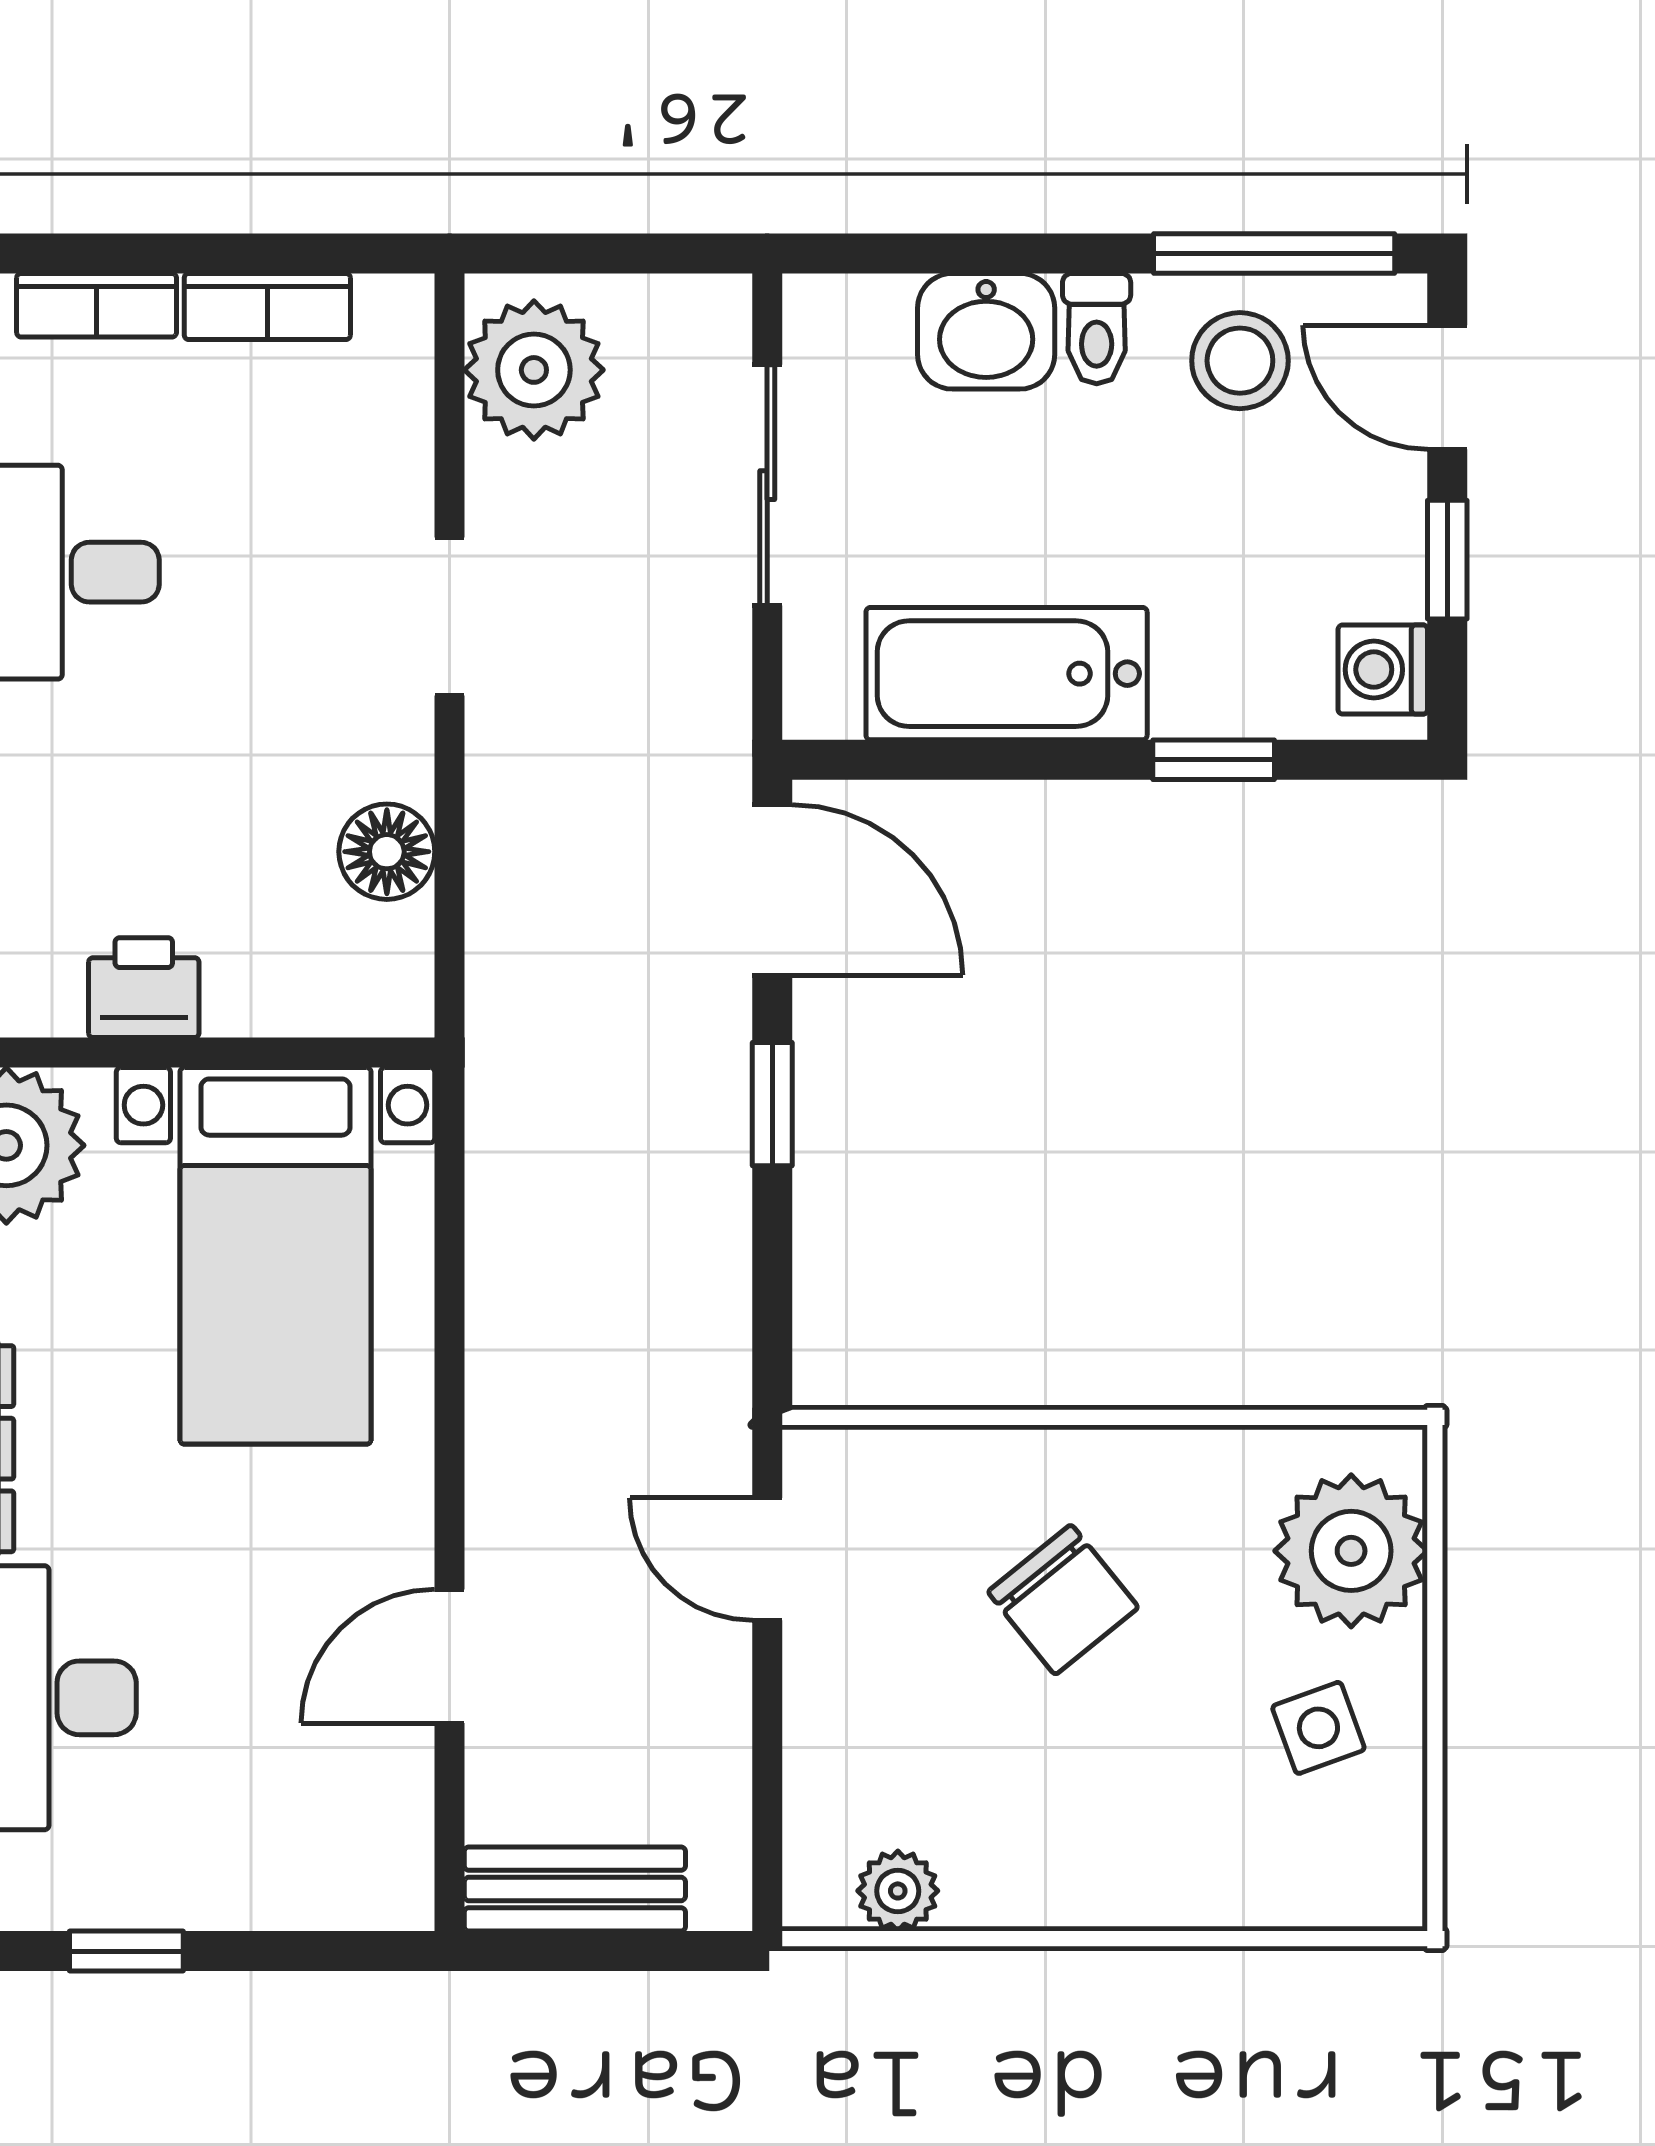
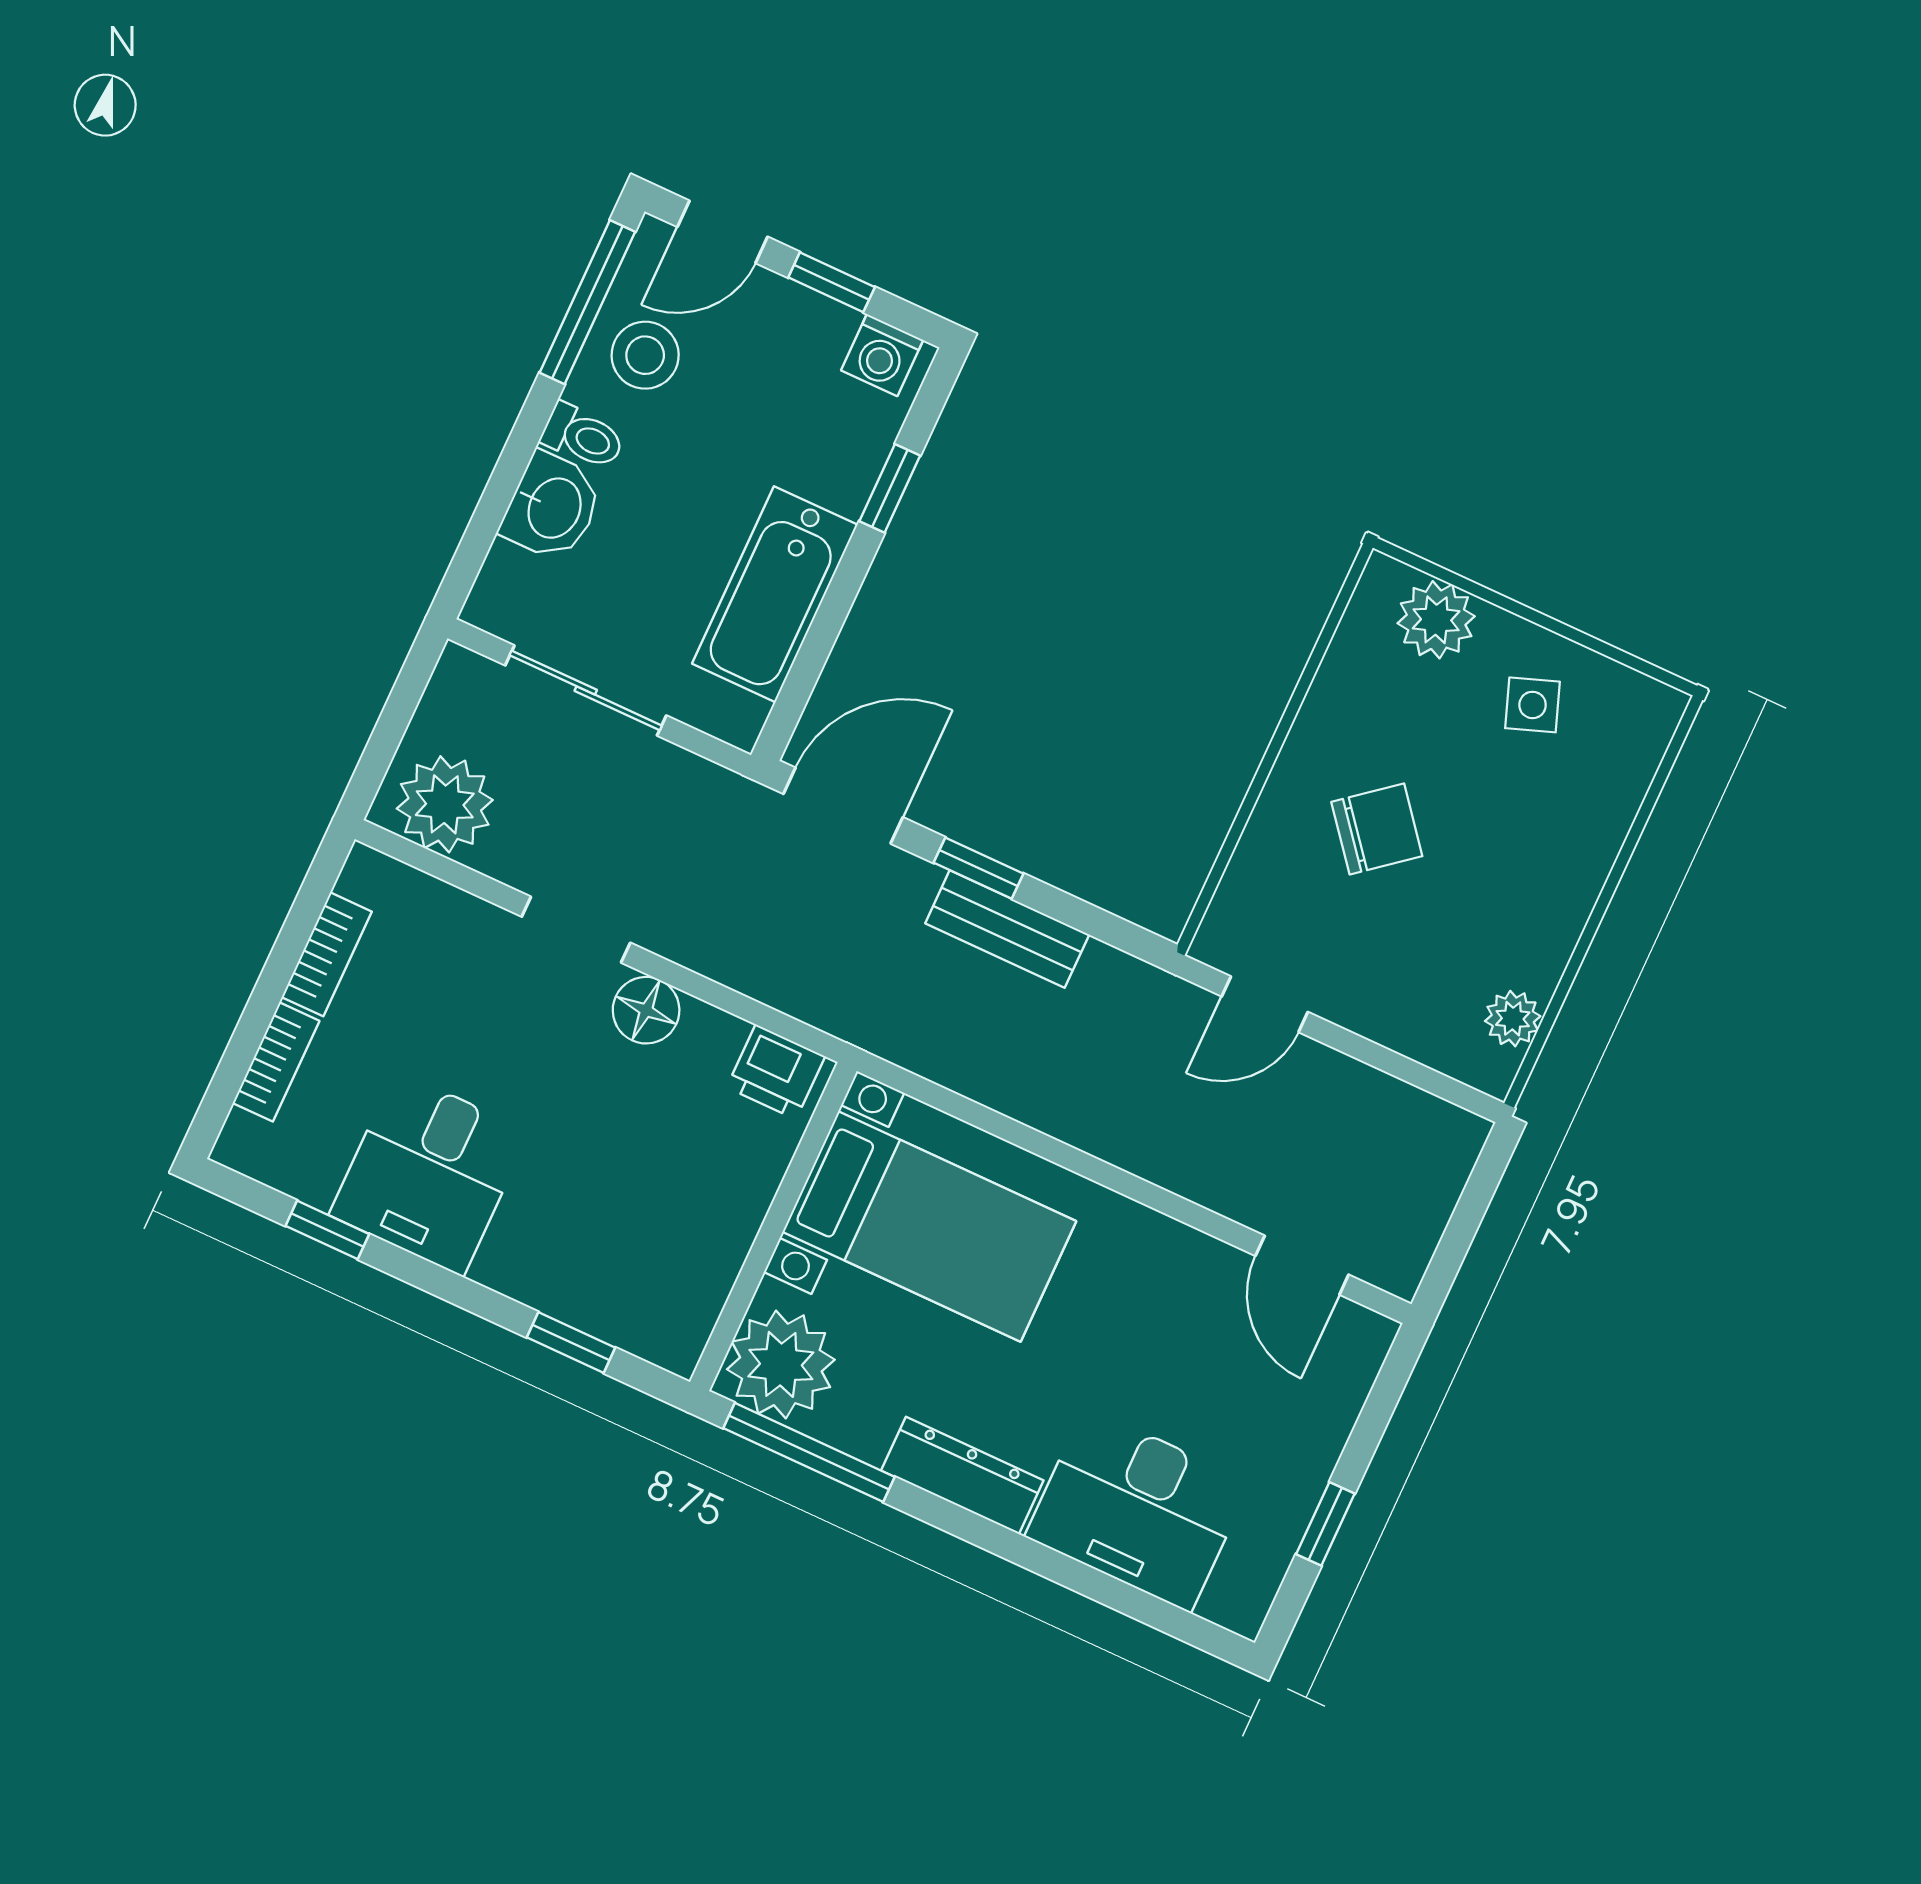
floor lamp: (387, 852) -> (646, 1010), moved
printer: (144, 988) -> (776, 1072), moved, turned -90
plant: (1351, 1551) -> (1436, 620), width x0.73, depth x0.73
door: (450, 1656) -> (1302, 1265), moved
bench: (575, 1889) -> (1007, 929), moved, turned 90

